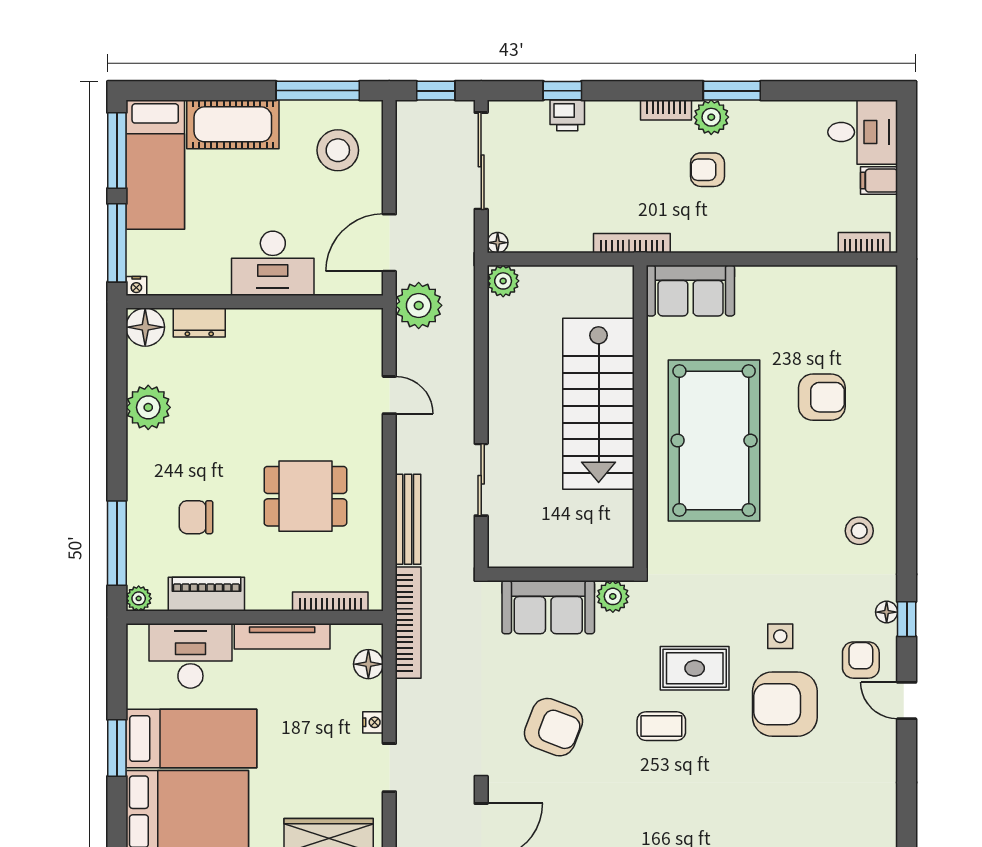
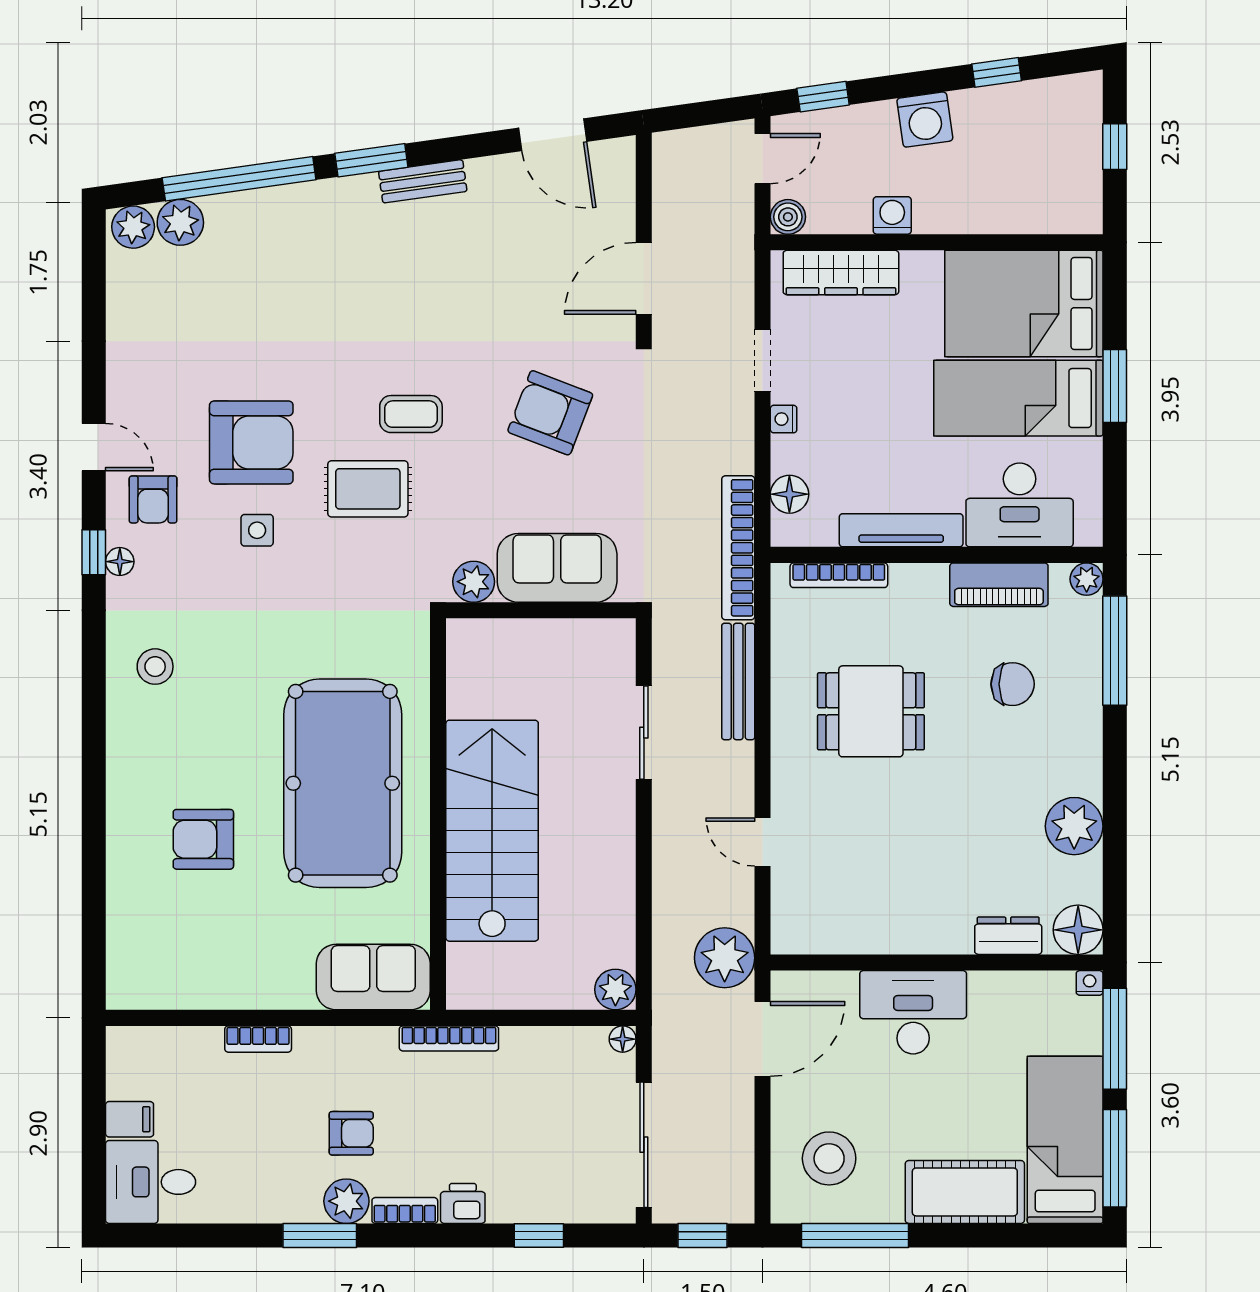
printer: (567, 115) -> (463, 1203), moved
bookcase: (864, 243) -> (258, 1039), moved

